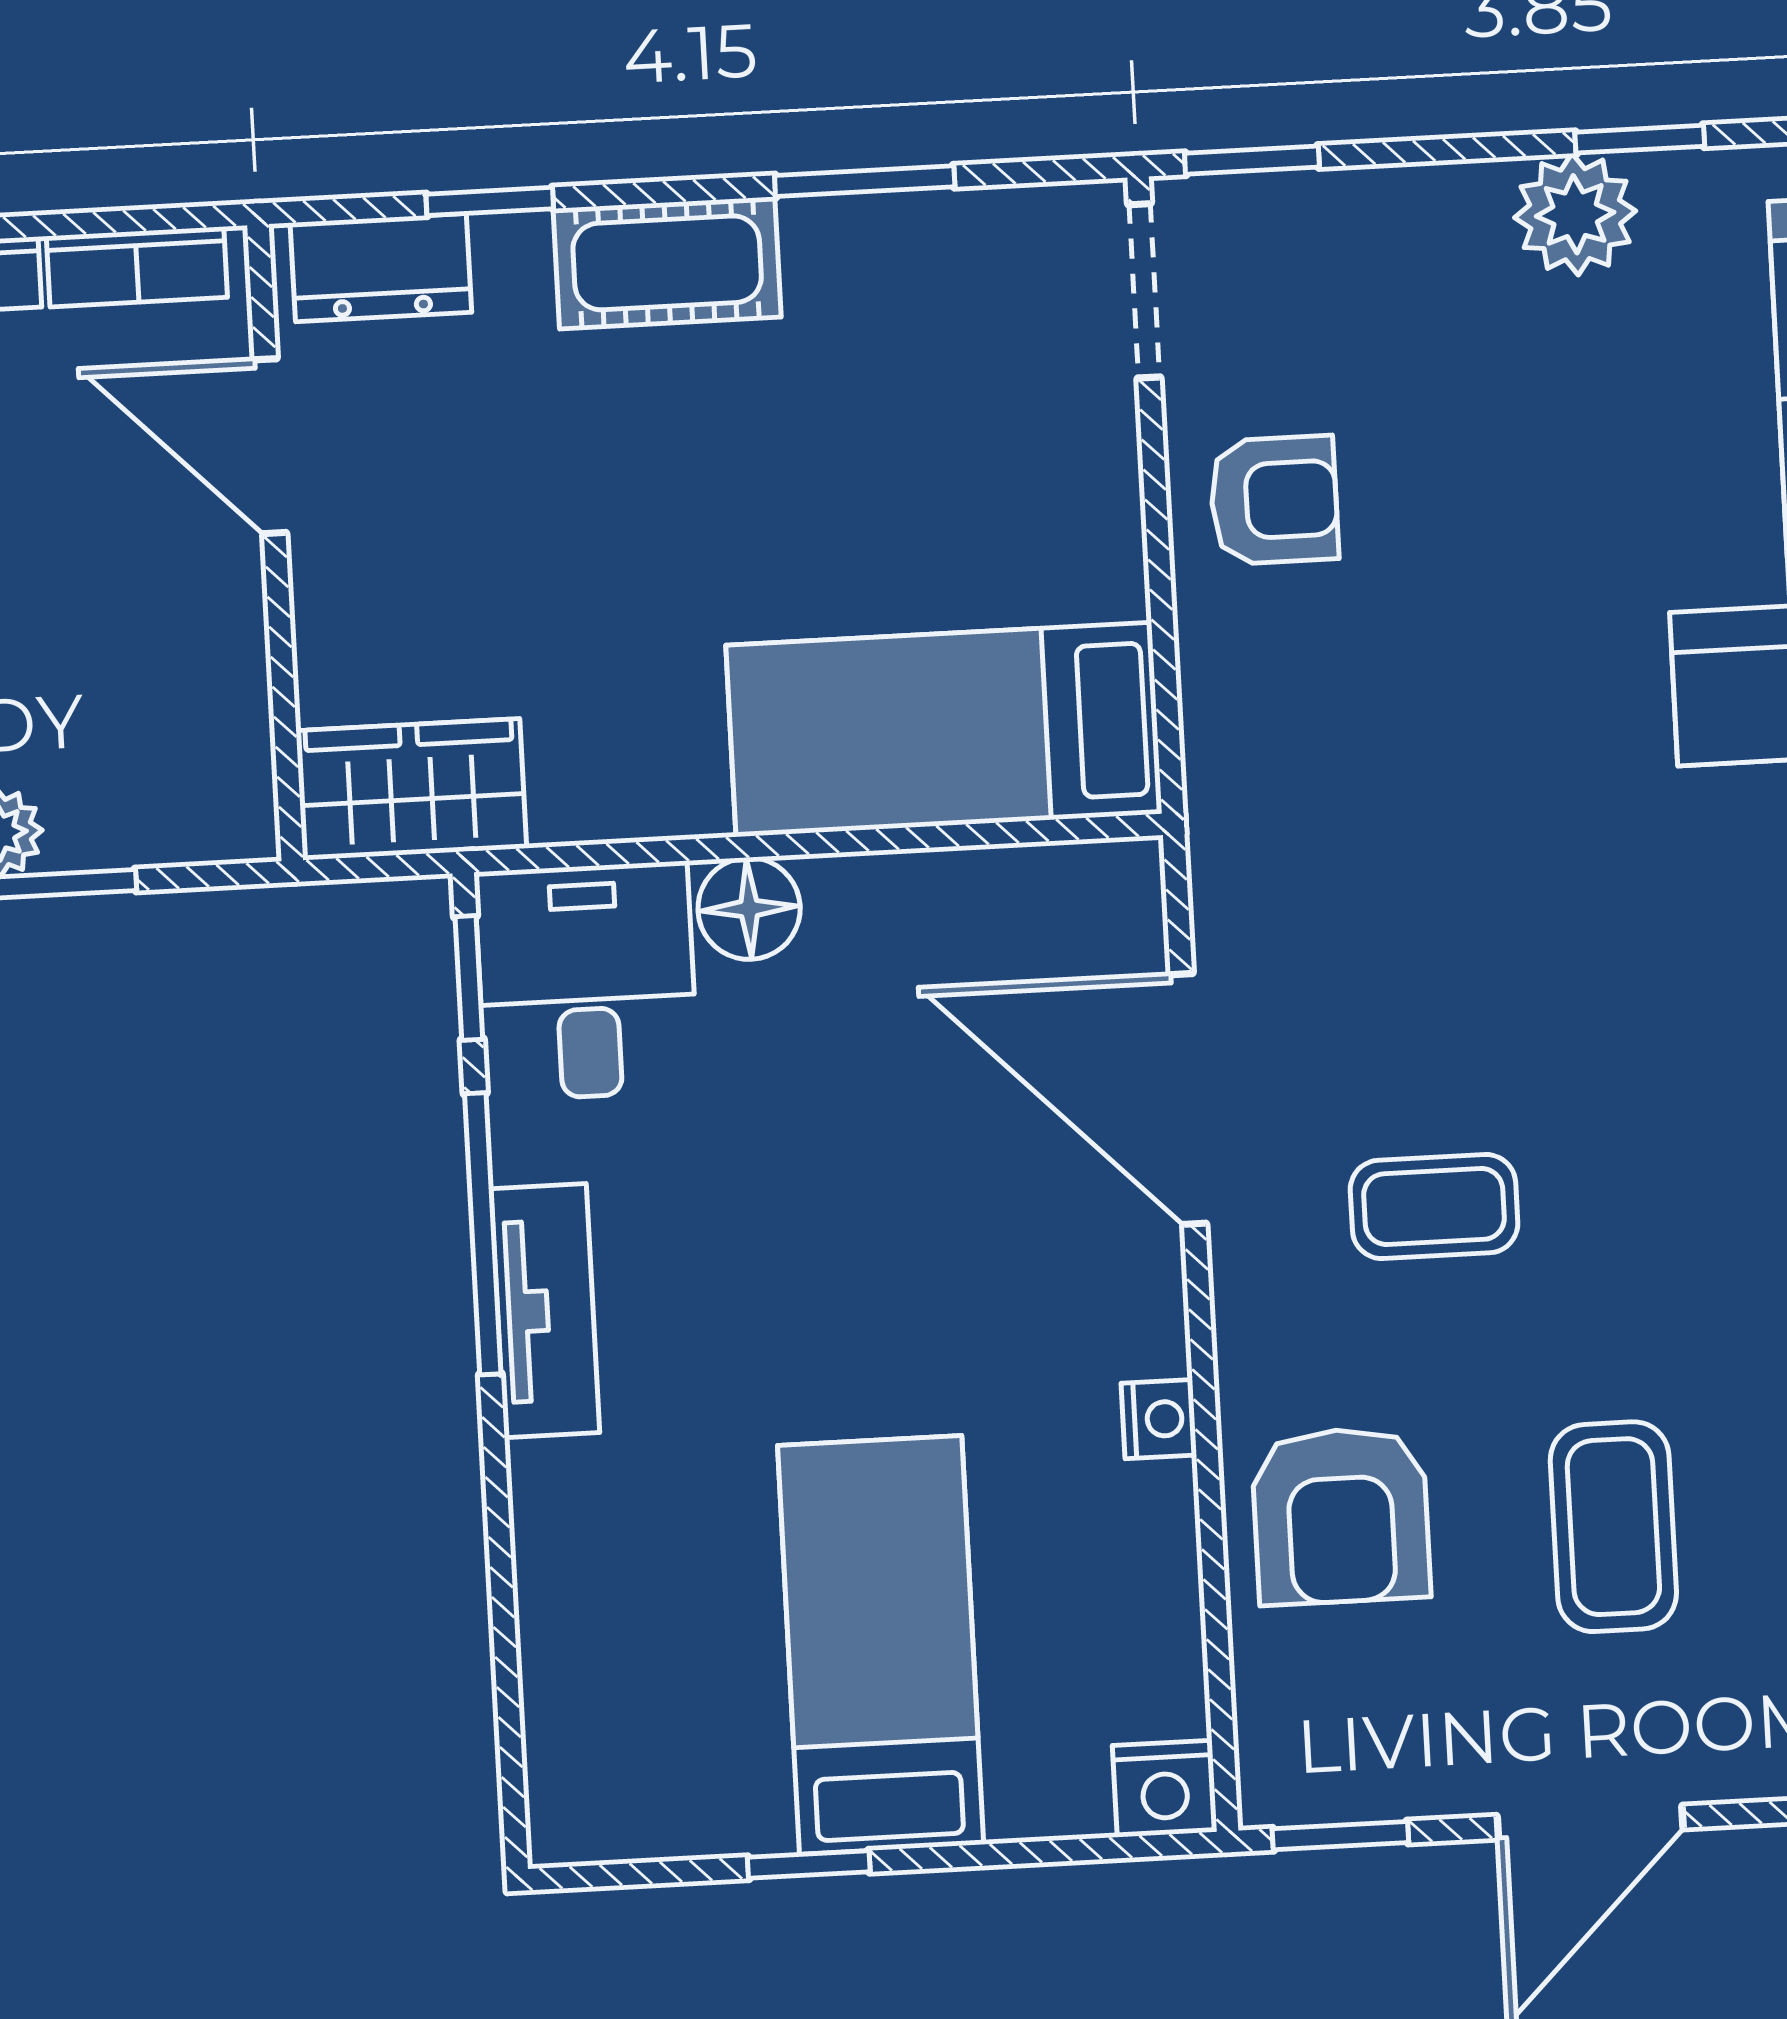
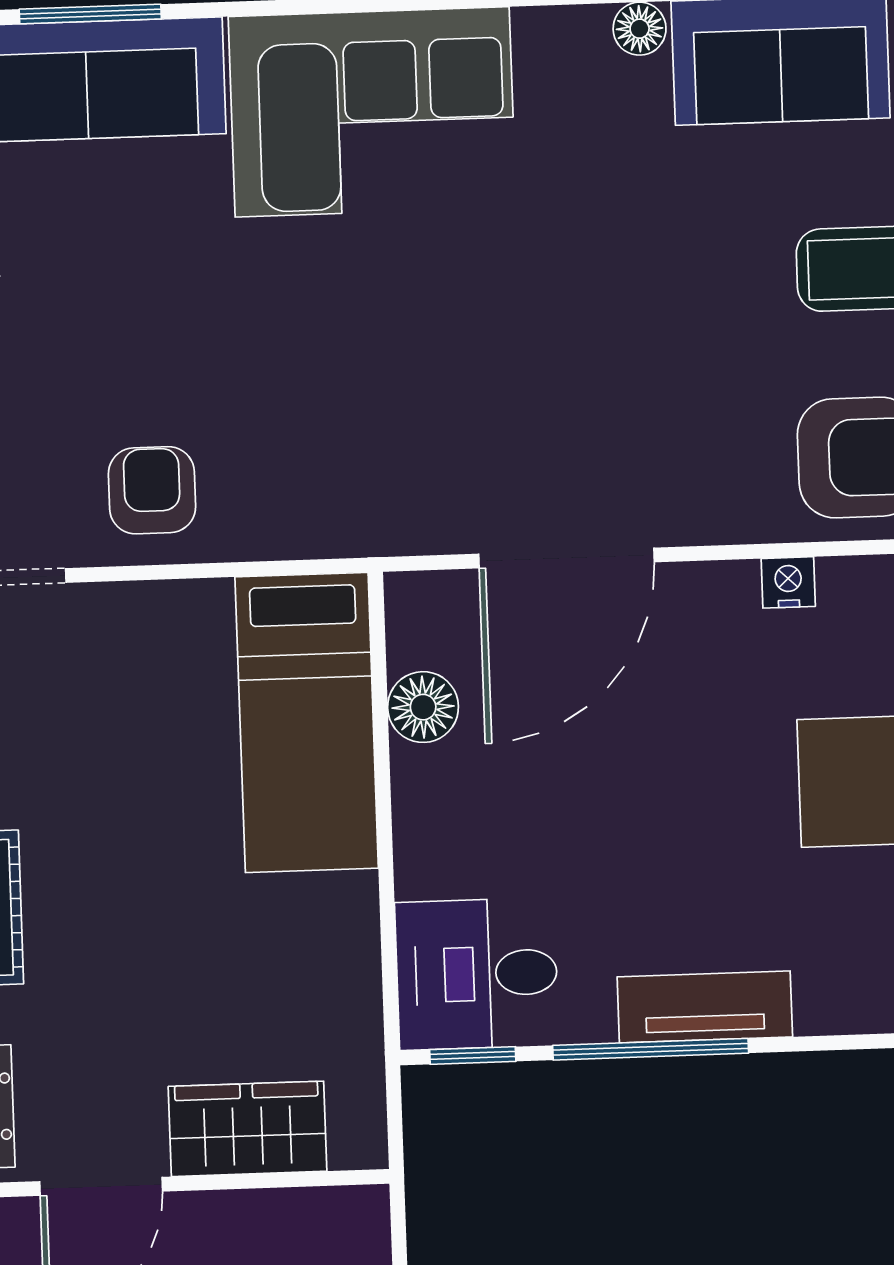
wardrobe: (411, 789) -> (248, 1129), moved, turned 90
floor lamp: (749, 908) -> (423, 707), moved
coffee table: (1434, 1207) -> (644, 389), removed

